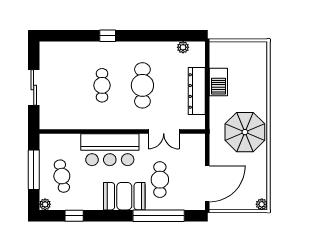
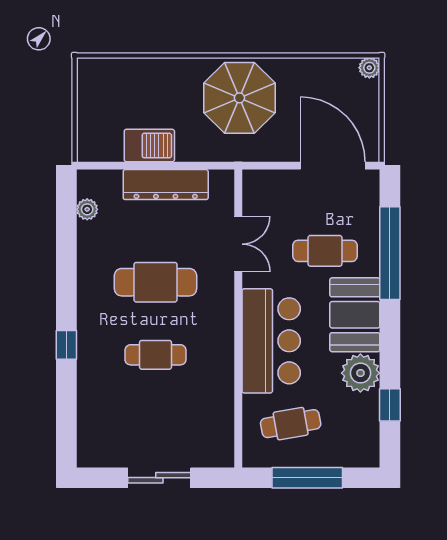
cafe table: (62, 176) -> (291, 424), moved
plant: (45, 204) -> (360, 373), moved, width x1.88, depth x1.88

